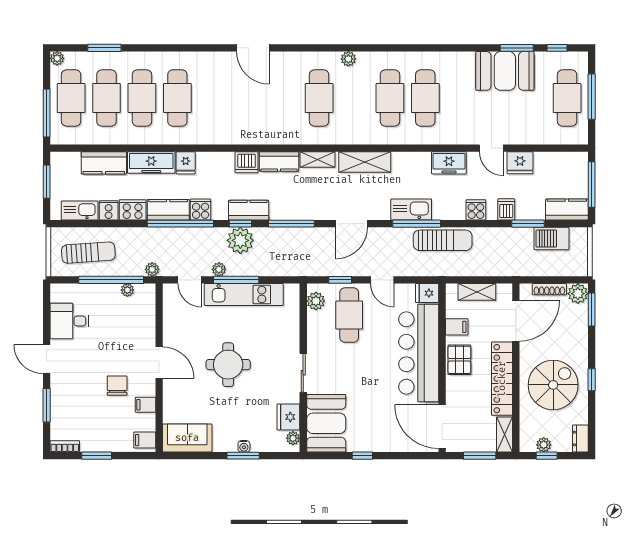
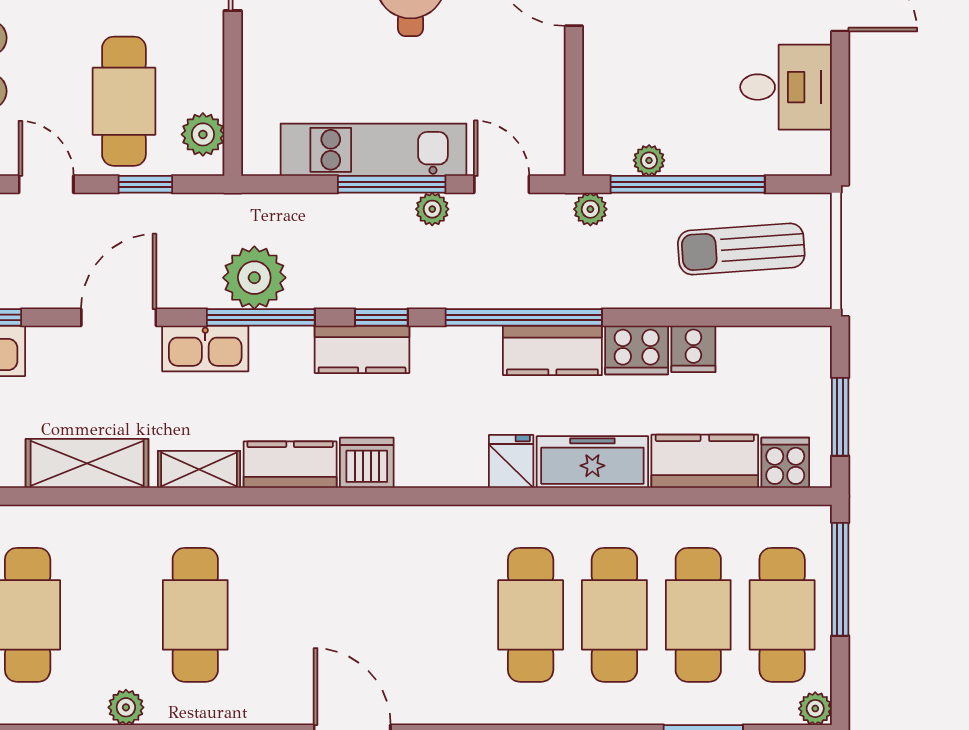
cooker: (201, 210) -> (785, 463), moved, turned 180
kitchen sink: (80, 211) -> (205, 348), moved
plant: (240, 240) -> (254, 278), moved

